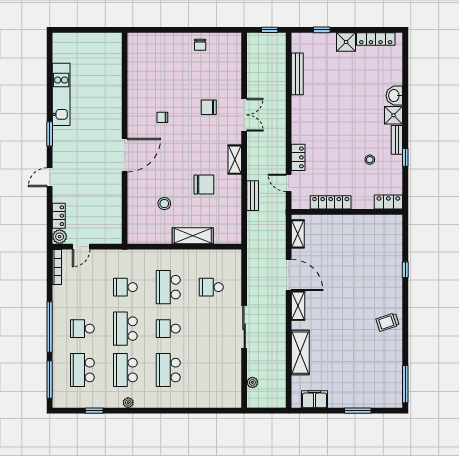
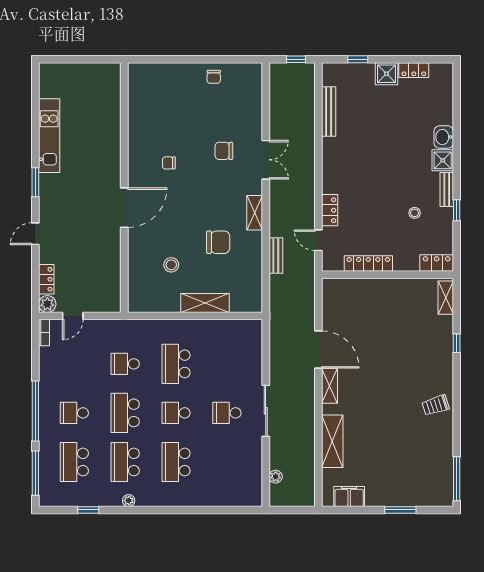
locker: (376, 39) -> (414, 70), width x0.66
shelving: (298, 234) -> (446, 298), moved
bookcase: (57, 267) -> (44, 333), width x0.64
school desk: (211, 287) -> (227, 413), moved

